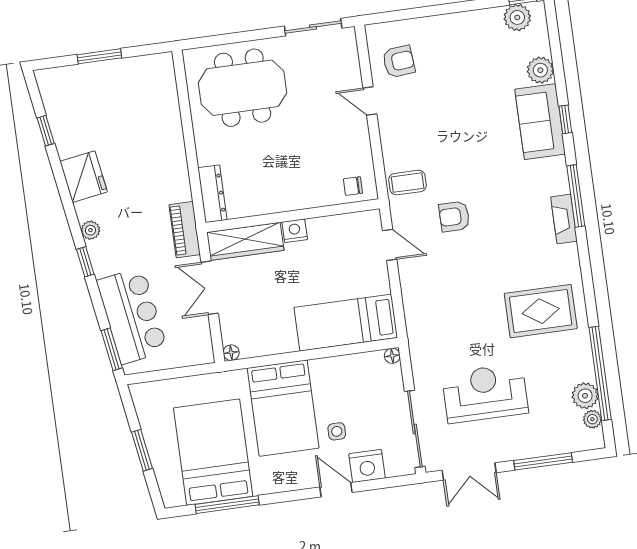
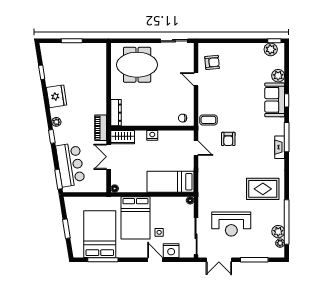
armchair: (454, 216) -> (228, 139), turned -90
wardrobe: (245, 241) -> (123, 137), width x0.67
reception desk: (485, 393) -> (231, 224), turned 180

